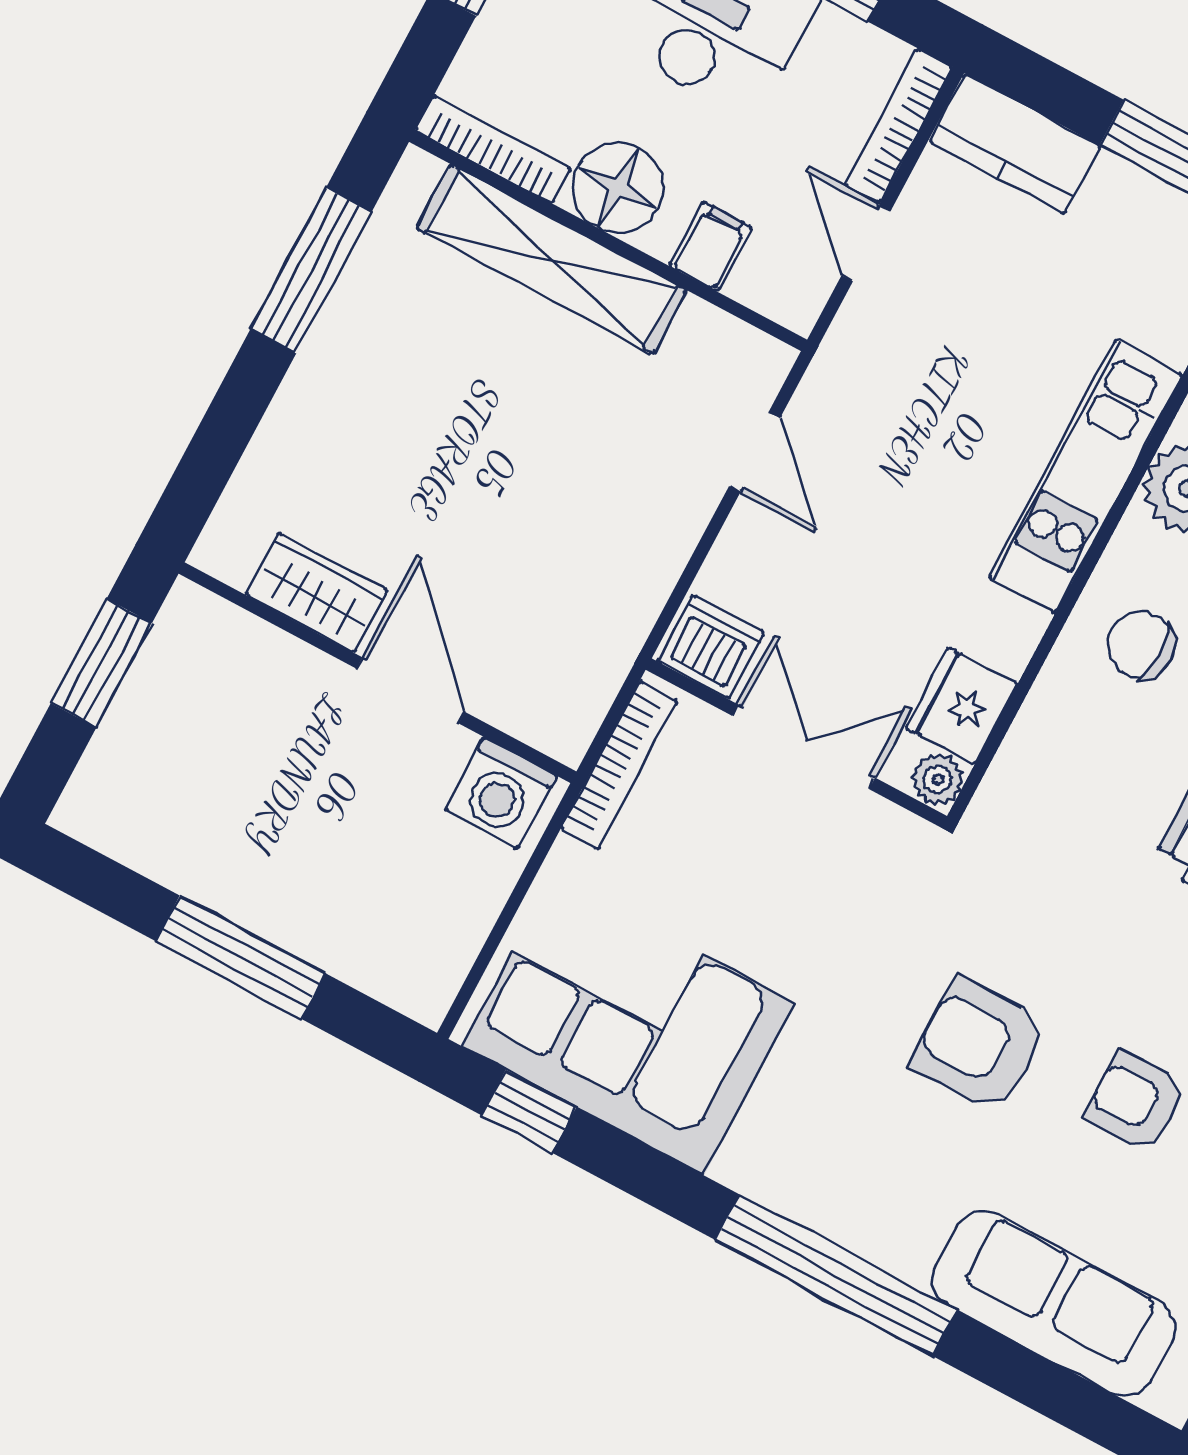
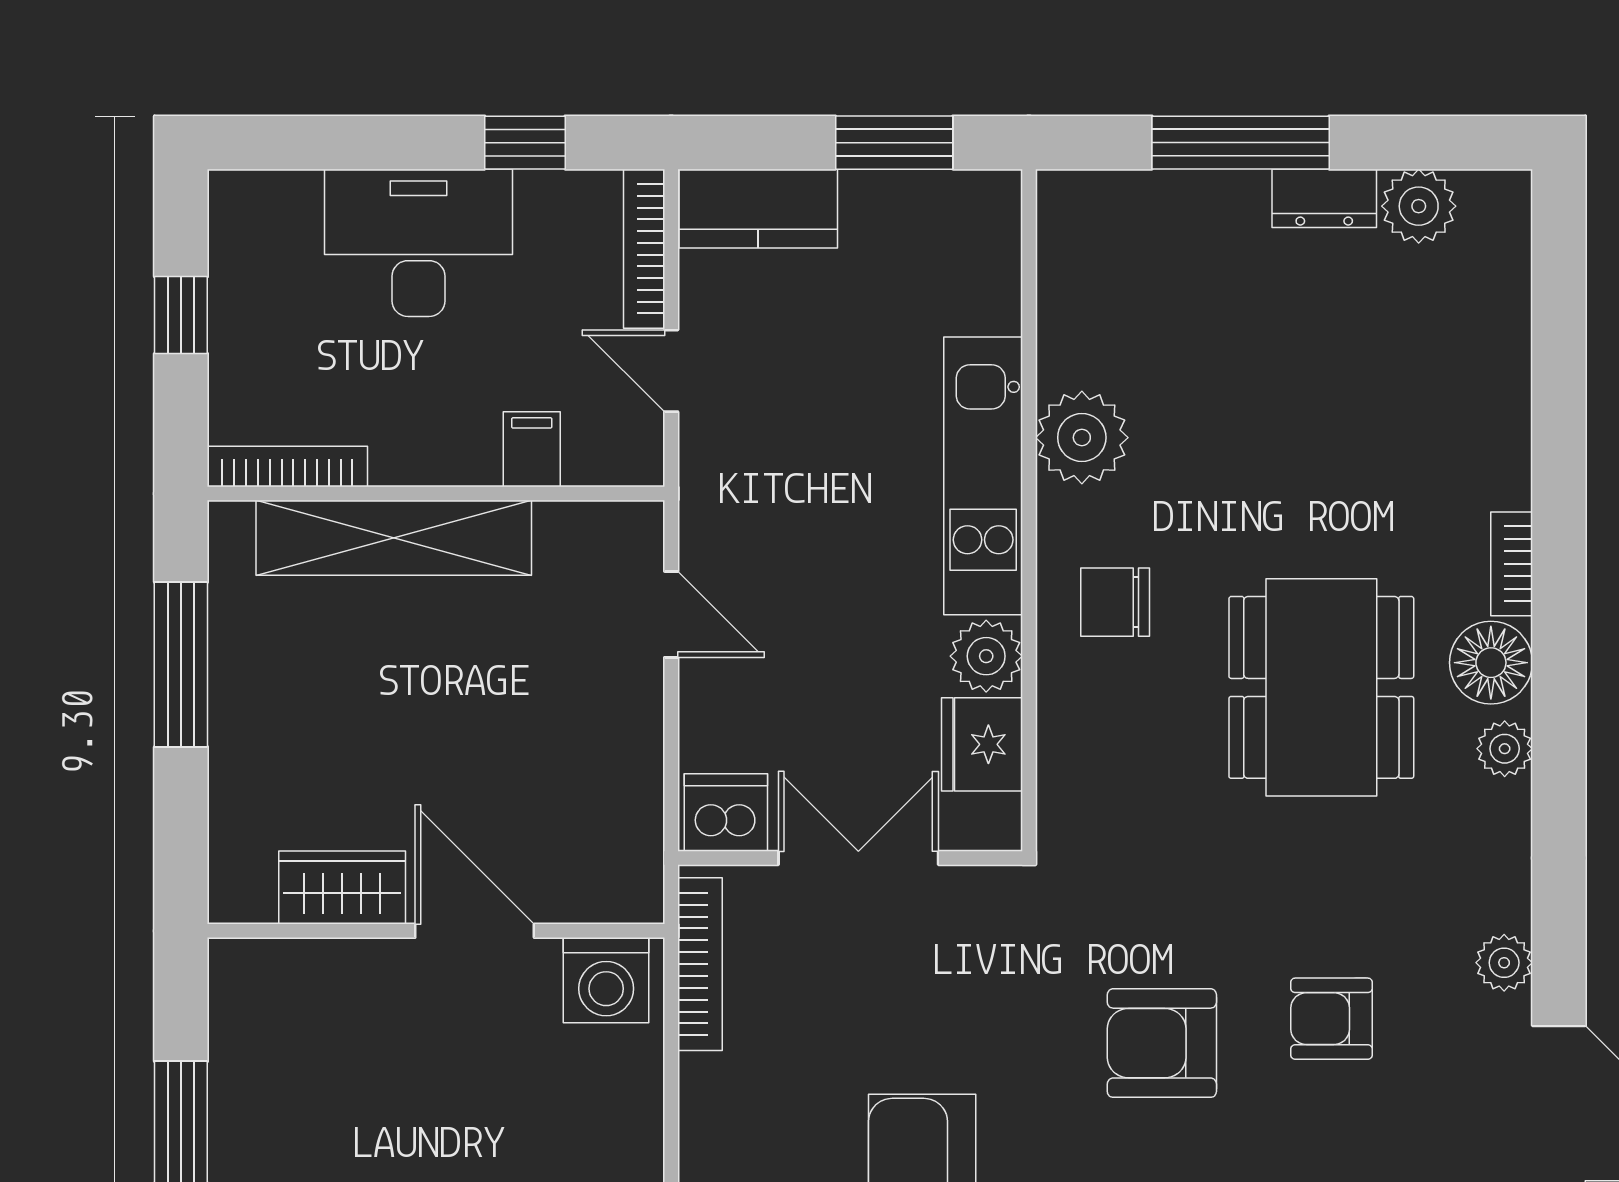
floor lamp: (618, 188) -> (419, 441), removed
wardrobe: (317, 593) -> (342, 888), moved
wall: (377, 673) -> (436, 931), moved
door: (411, 690) -> (475, 931), moved
plant: (938, 779) -> (986, 656), moved, width x1.38, depth x1.38
washing machine: (501, 793) -> (606, 980), moved

